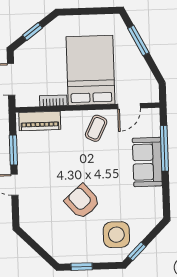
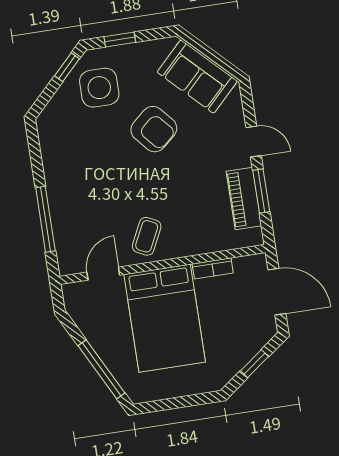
window: (138, 40) -> (102, 369), width x1.44
piano: (40, 121) -> (244, 199), moved, turned -90
sofa: (147, 162) -> (197, 77), moved, turned 135
window: (82, 267) -> (120, 40), moved

